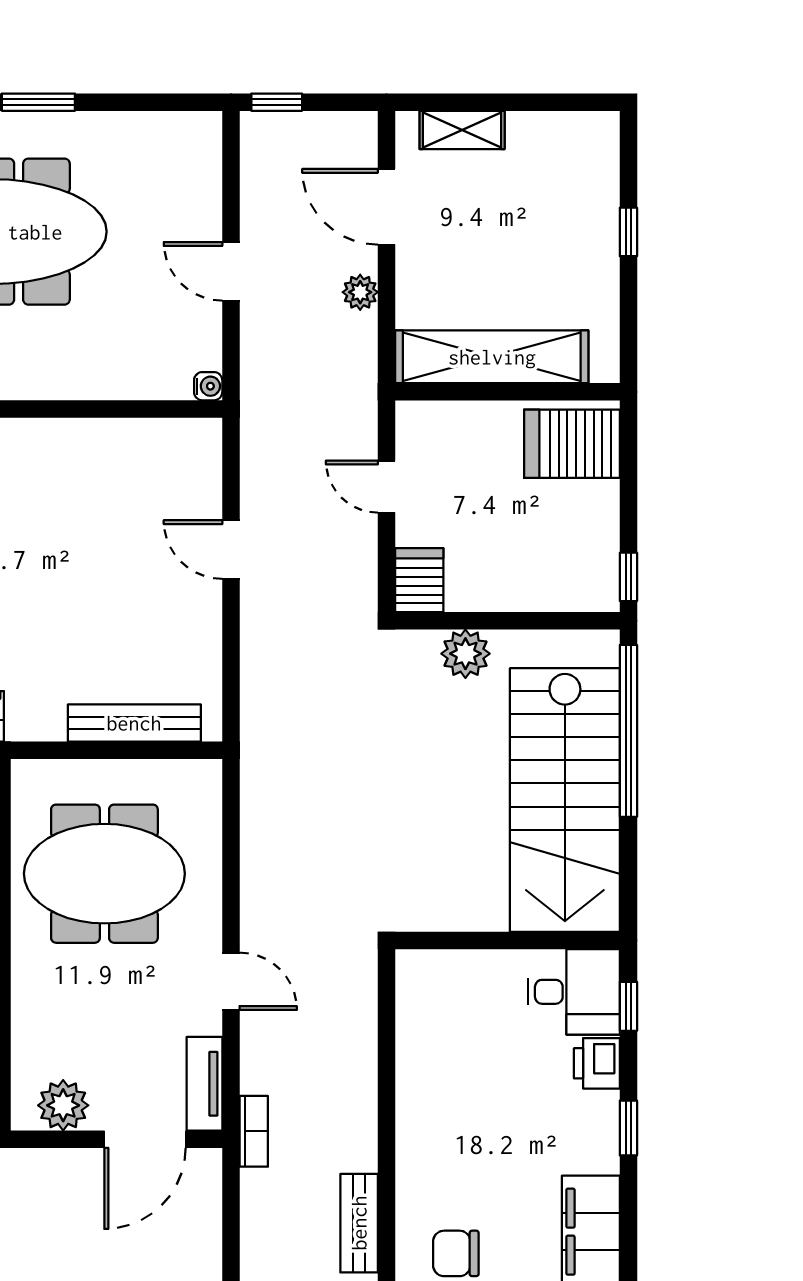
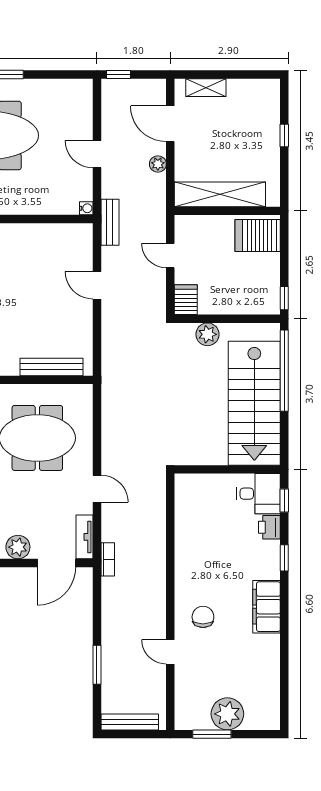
bench: (359, 1223) -> (110, 222), moved
chair: (456, 1253) -> (203, 617), turned 90

